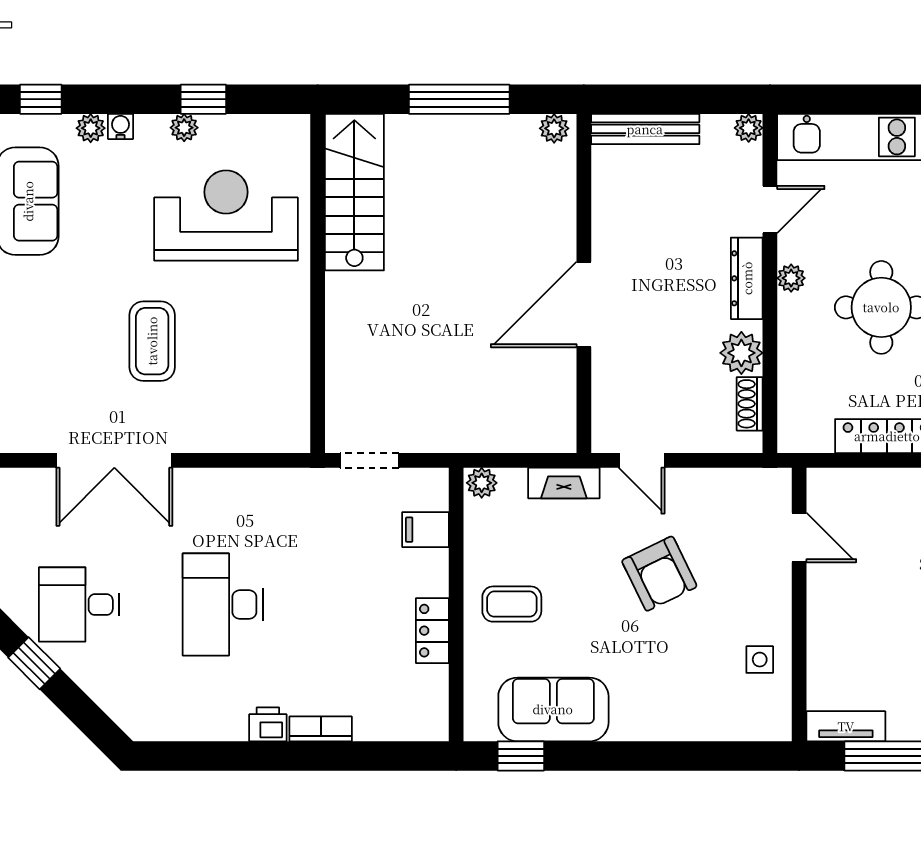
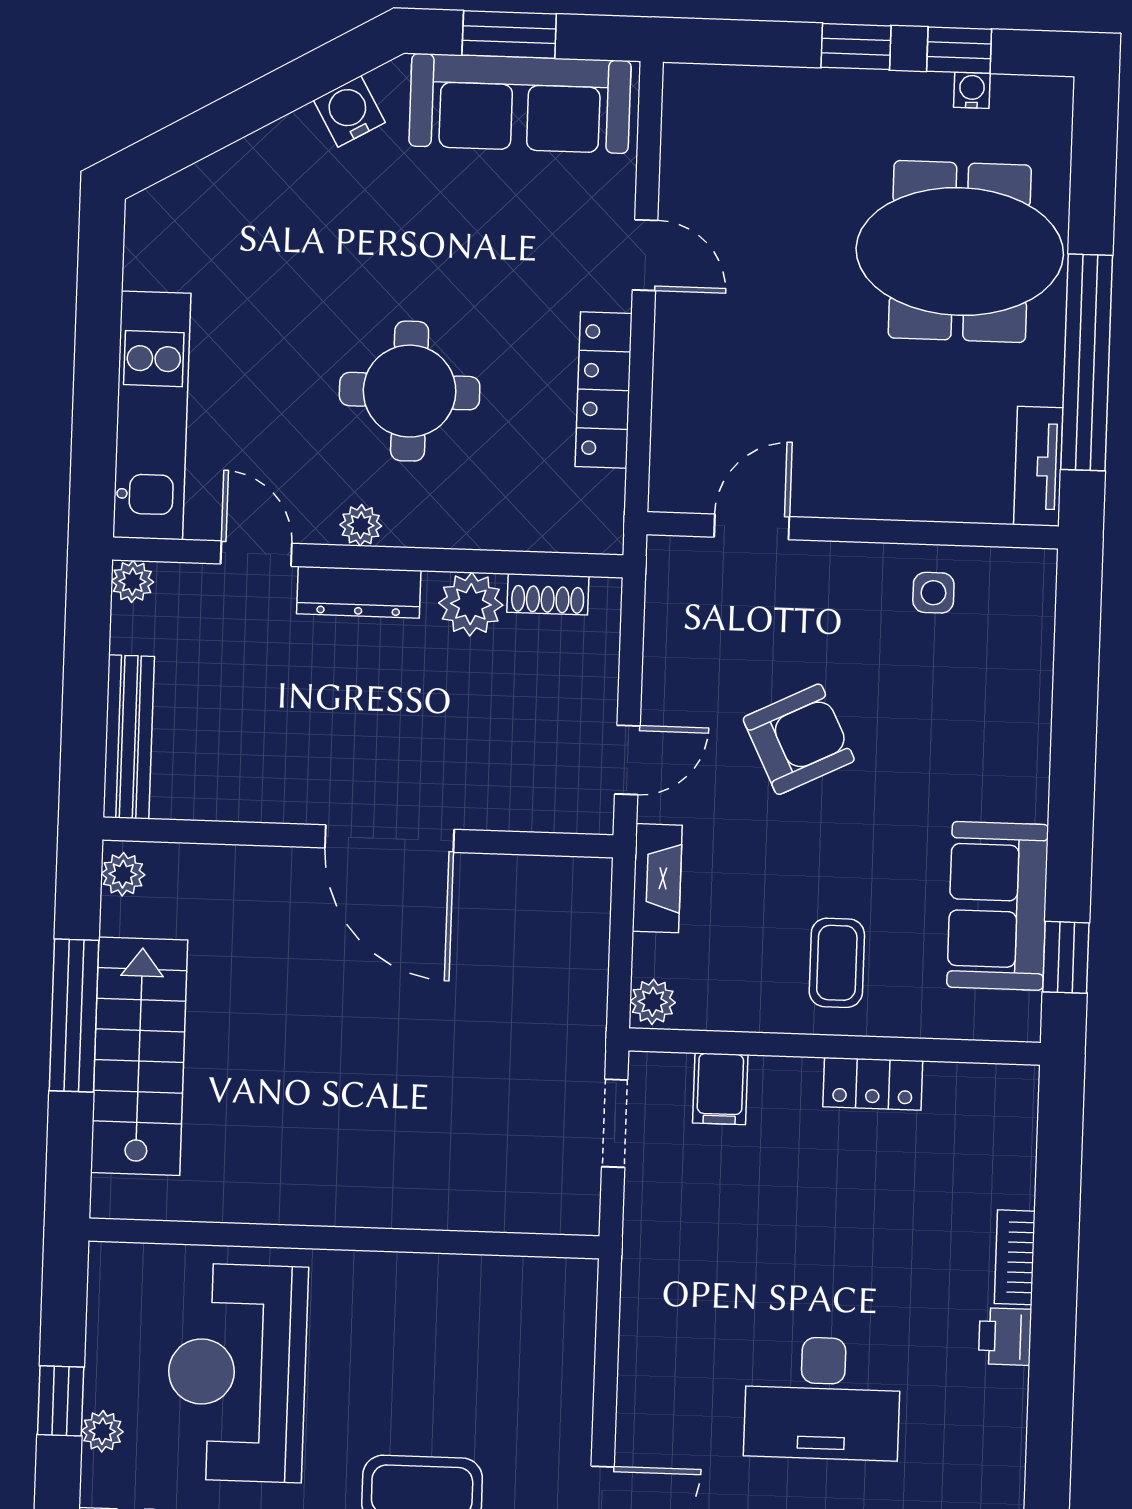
stairs: (354, 192) -> (139, 1056), moved, turned 90
doorway: (369, 460) -> (615, 1123), moved

